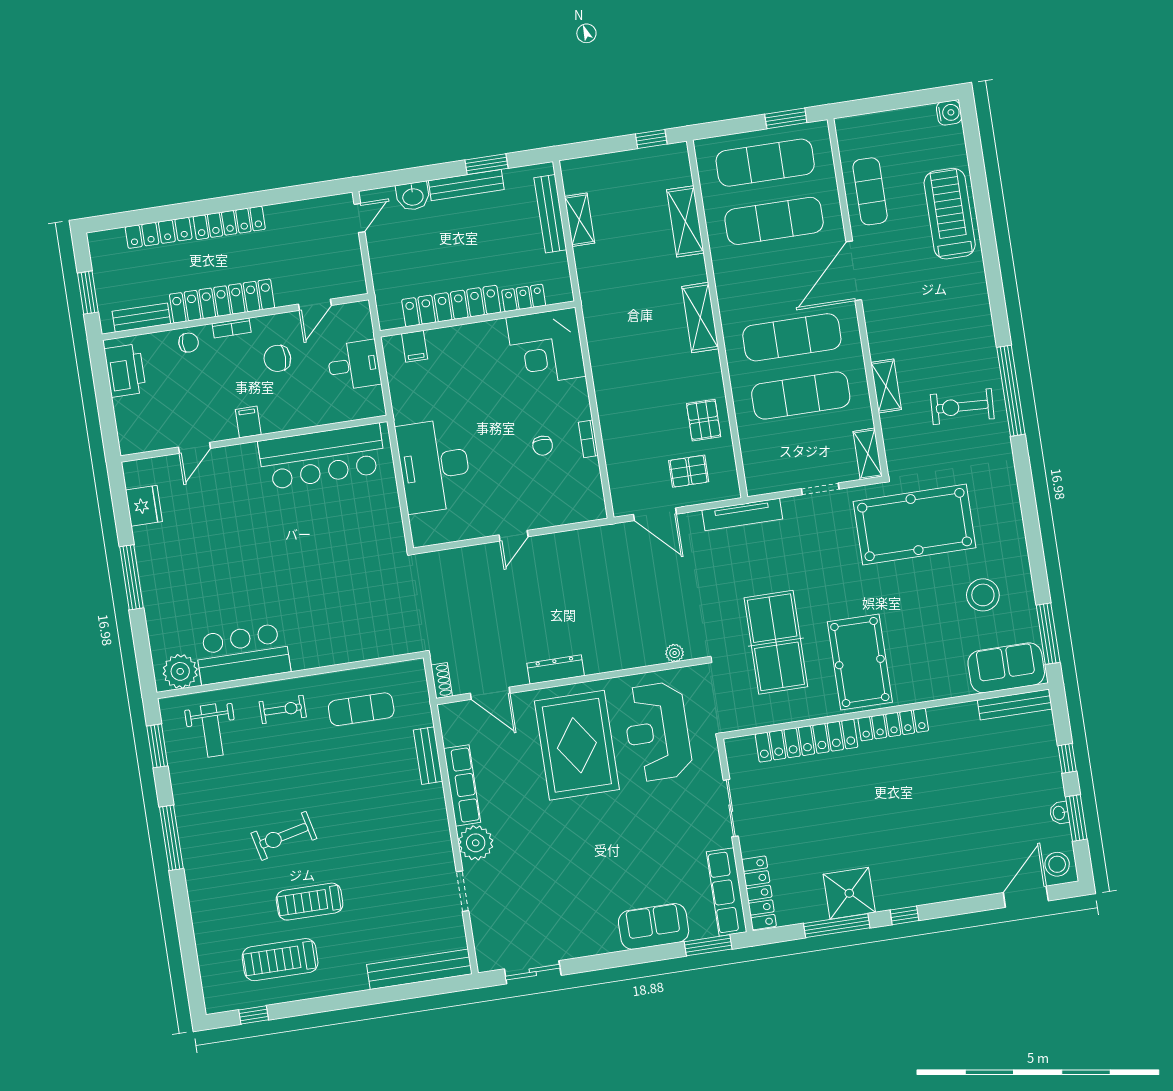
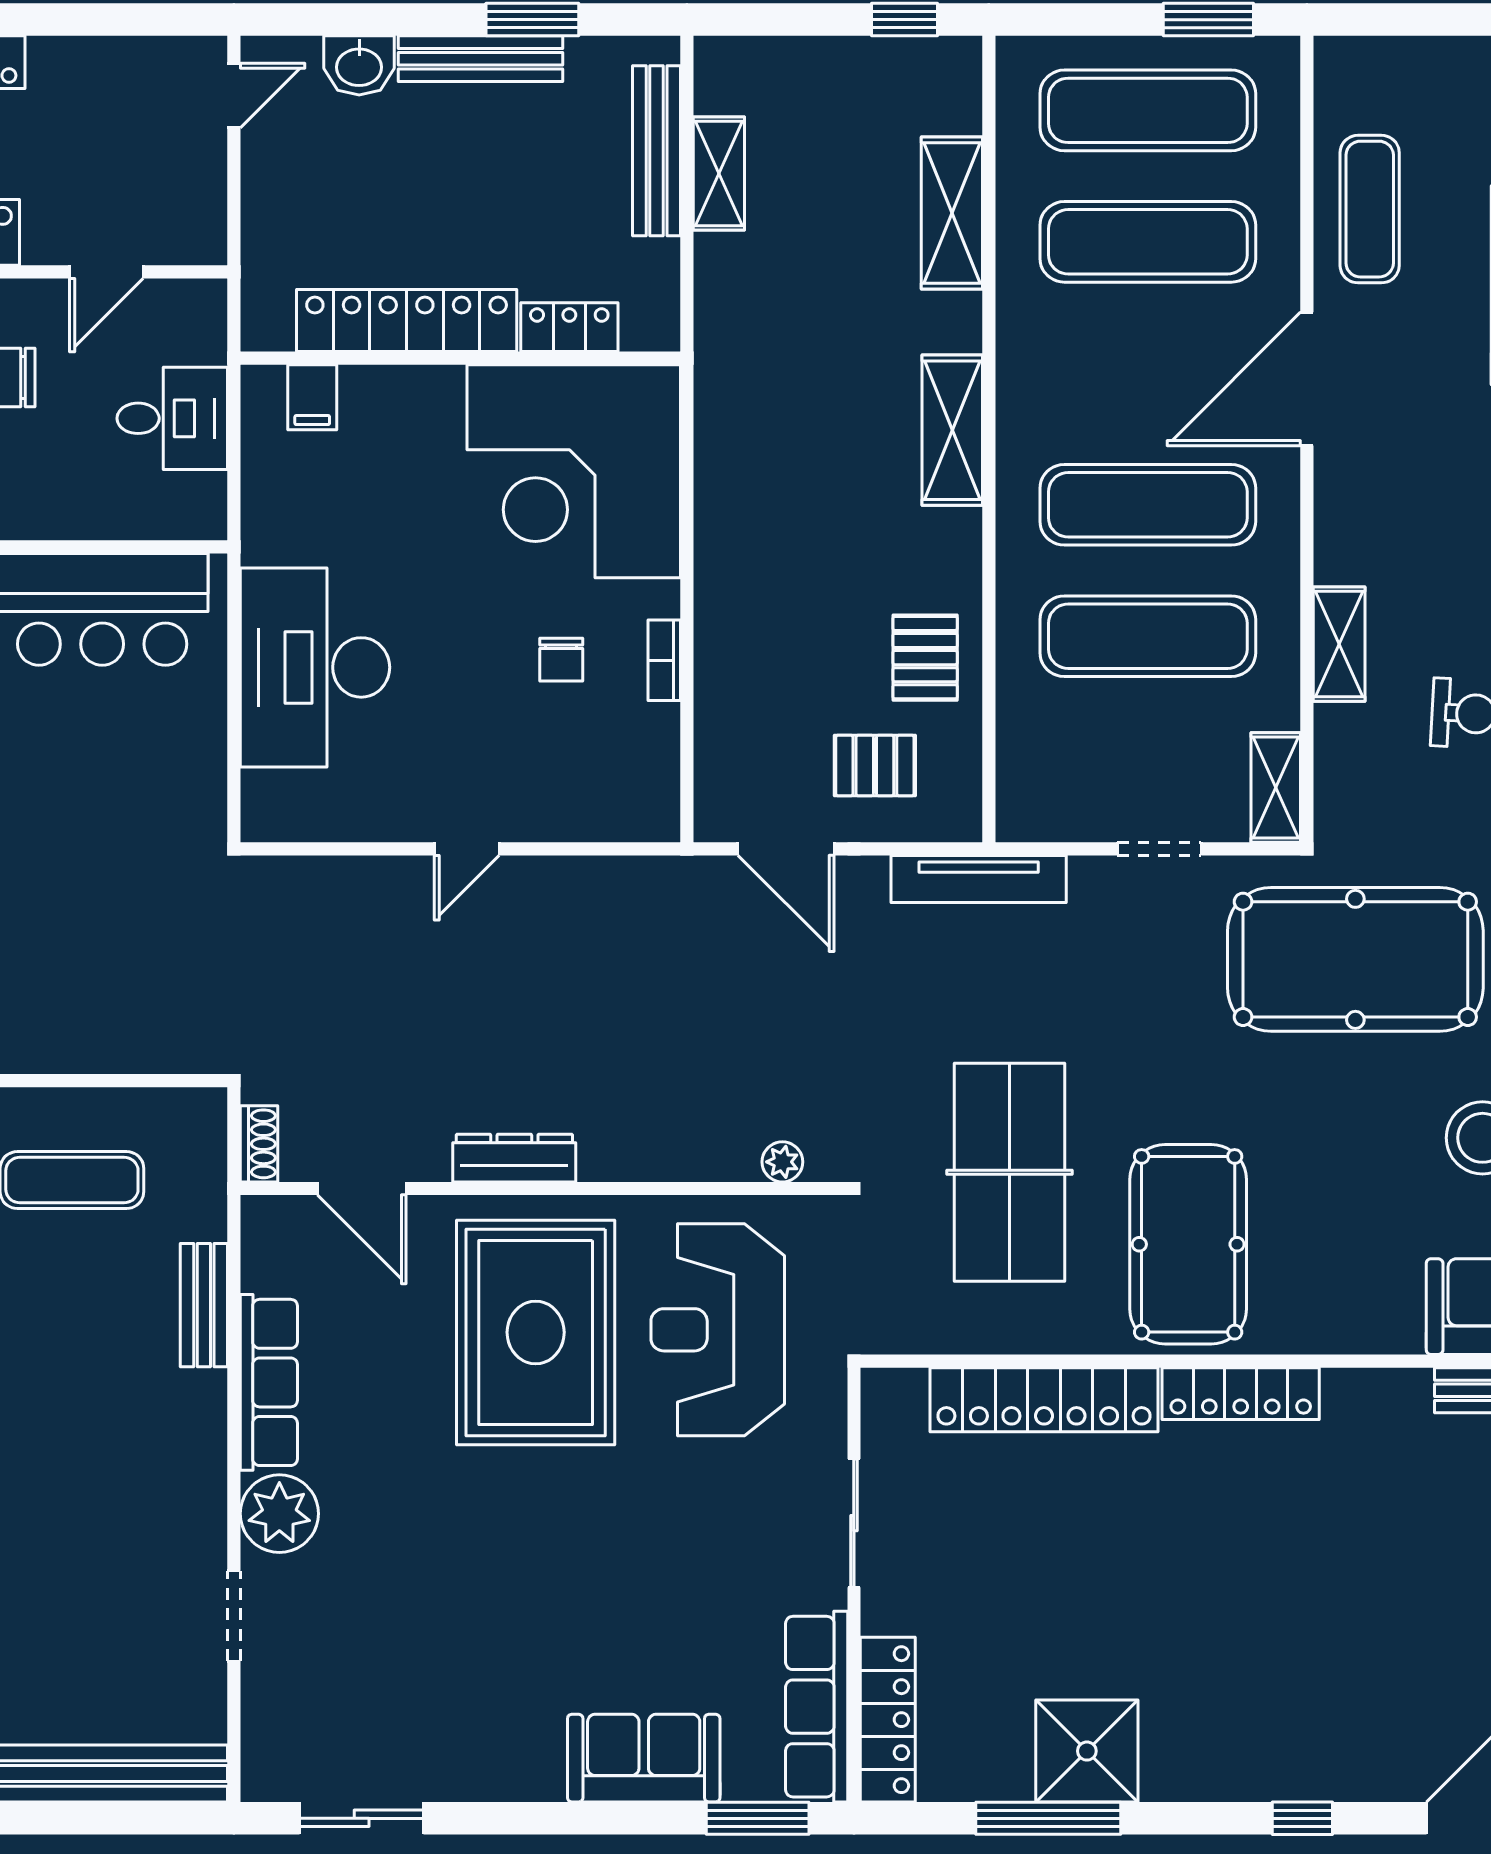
corner desk: (546, 347) -> (574, 471), width x1.36, depth x1.36
window: (904, 915) -> (1302, 1818), moved

